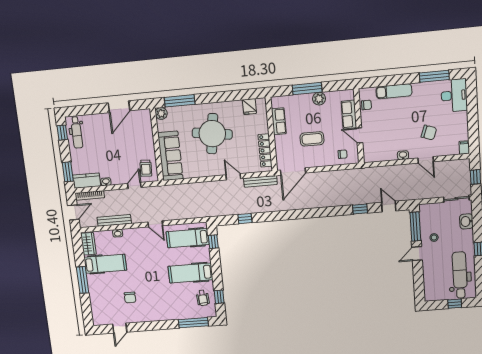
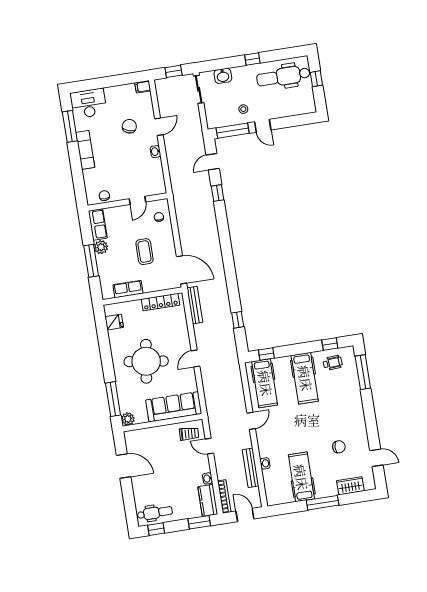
exam couch: (394, 91) -> (85, 150), moved
row of seats: (349, 115) -> (98, 224), moved, turned -90
door: (233, 177) -> (196, 358), moved
wardrobe: (88, 244) -> (350, 486), moved

